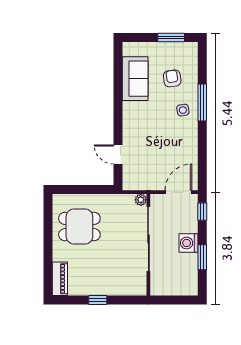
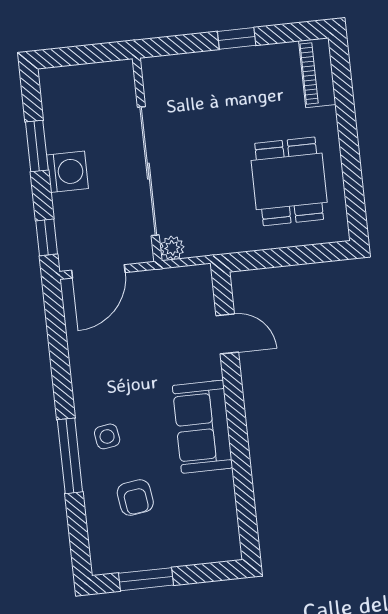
sofa: (135, 79) -> (202, 427), moved
dining table: (79, 227) -> (289, 181), turned 90

